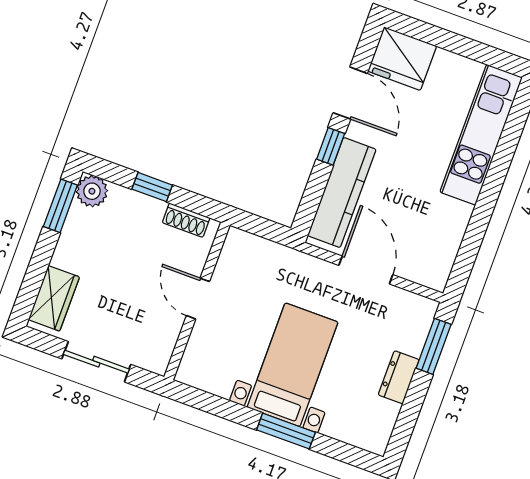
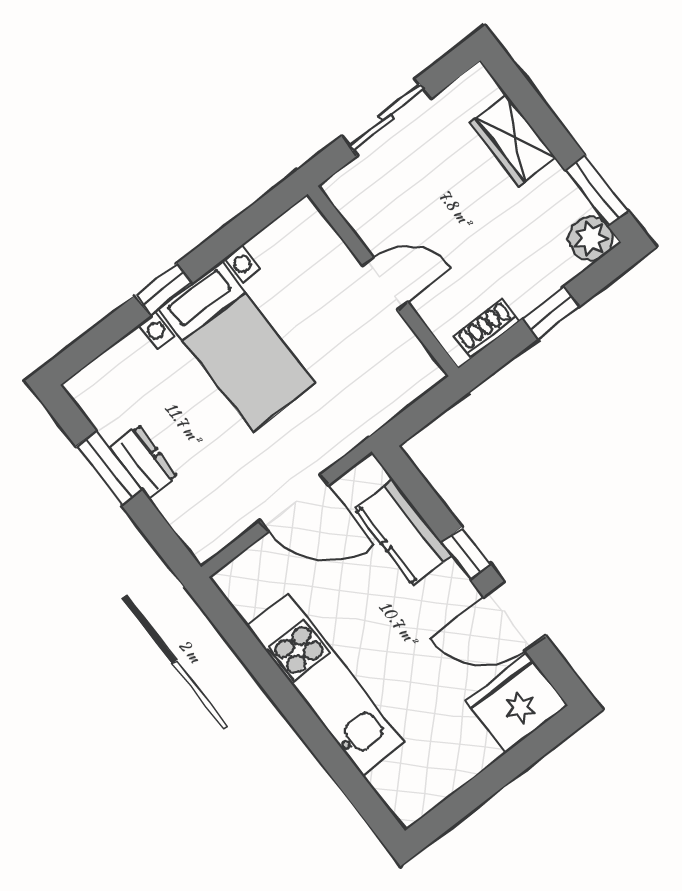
kitchen unit: (481, 135) -> (325, 684), moved
kitchen counter: (342, 192) -> (404, 532), width x0.67
wardrobe: (54, 298) -> (513, 140), moved
window: (434, 346) -> (109, 468), moved
window: (286, 431) -> (164, 289), width x0.67

